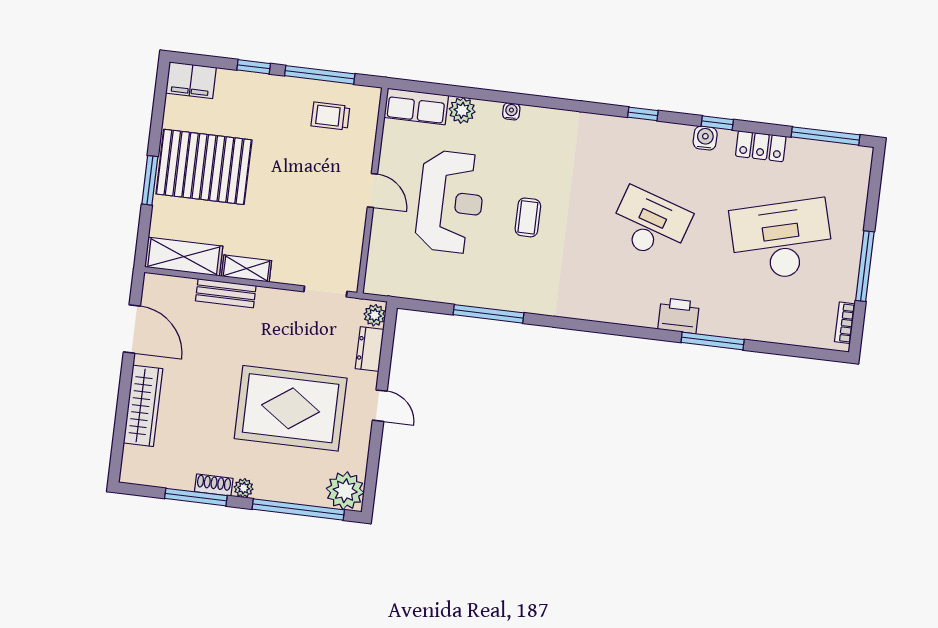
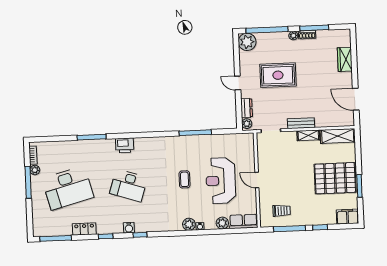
plant: (534, 119) -> (189, 224), added
water cooler: (705, 138) -> (129, 228), moved
window: (150, 180) -> (359, 186), moved
plant: (846, 290) -> (35, 170), added
bench: (226, 293) -> (301, 123), moved
printer: (679, 316) -> (125, 145), moved
wardrobe: (143, 406) -> (345, 59), width x0.67
rug: (291, 408) -> (278, 75), width x0.73, depth x0.69

